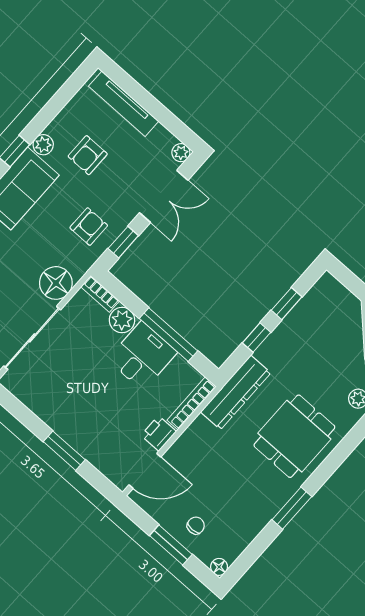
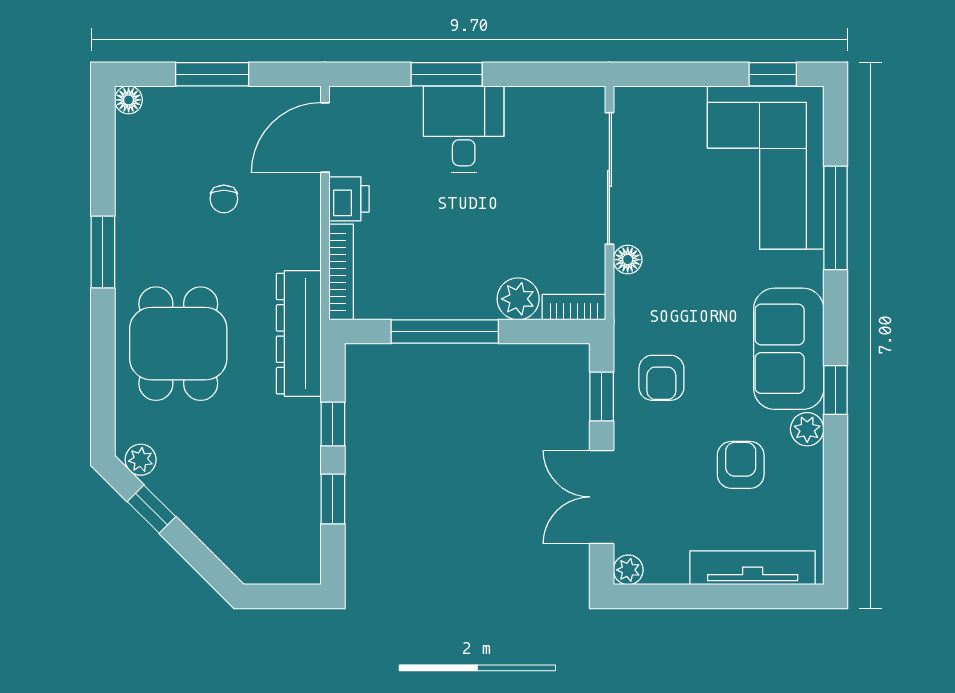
floor lamp: (56, 283) -> (628, 260), width x0.53, depth x0.53
desk: (142, 356) -> (464, 129), moved, turned 180
chair: (196, 526) -> (224, 199), moved

